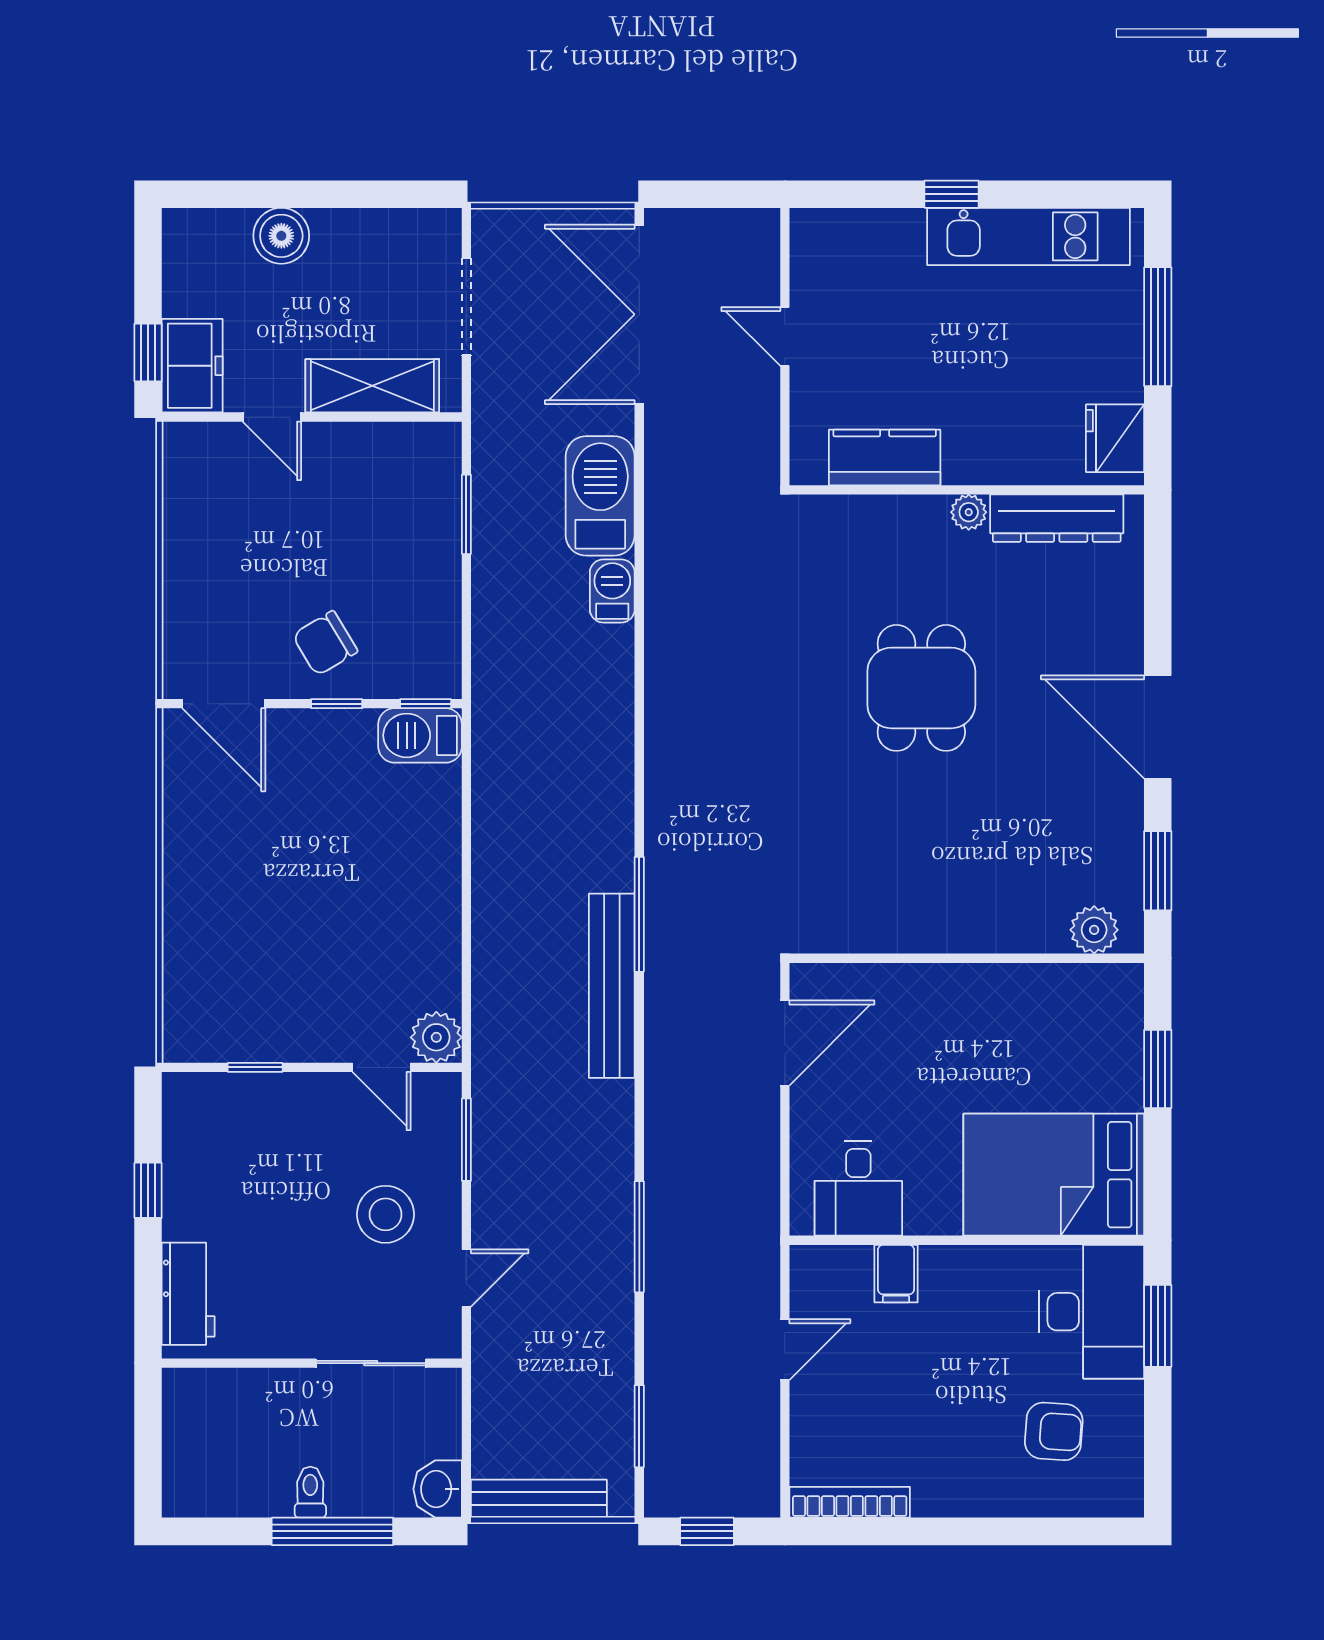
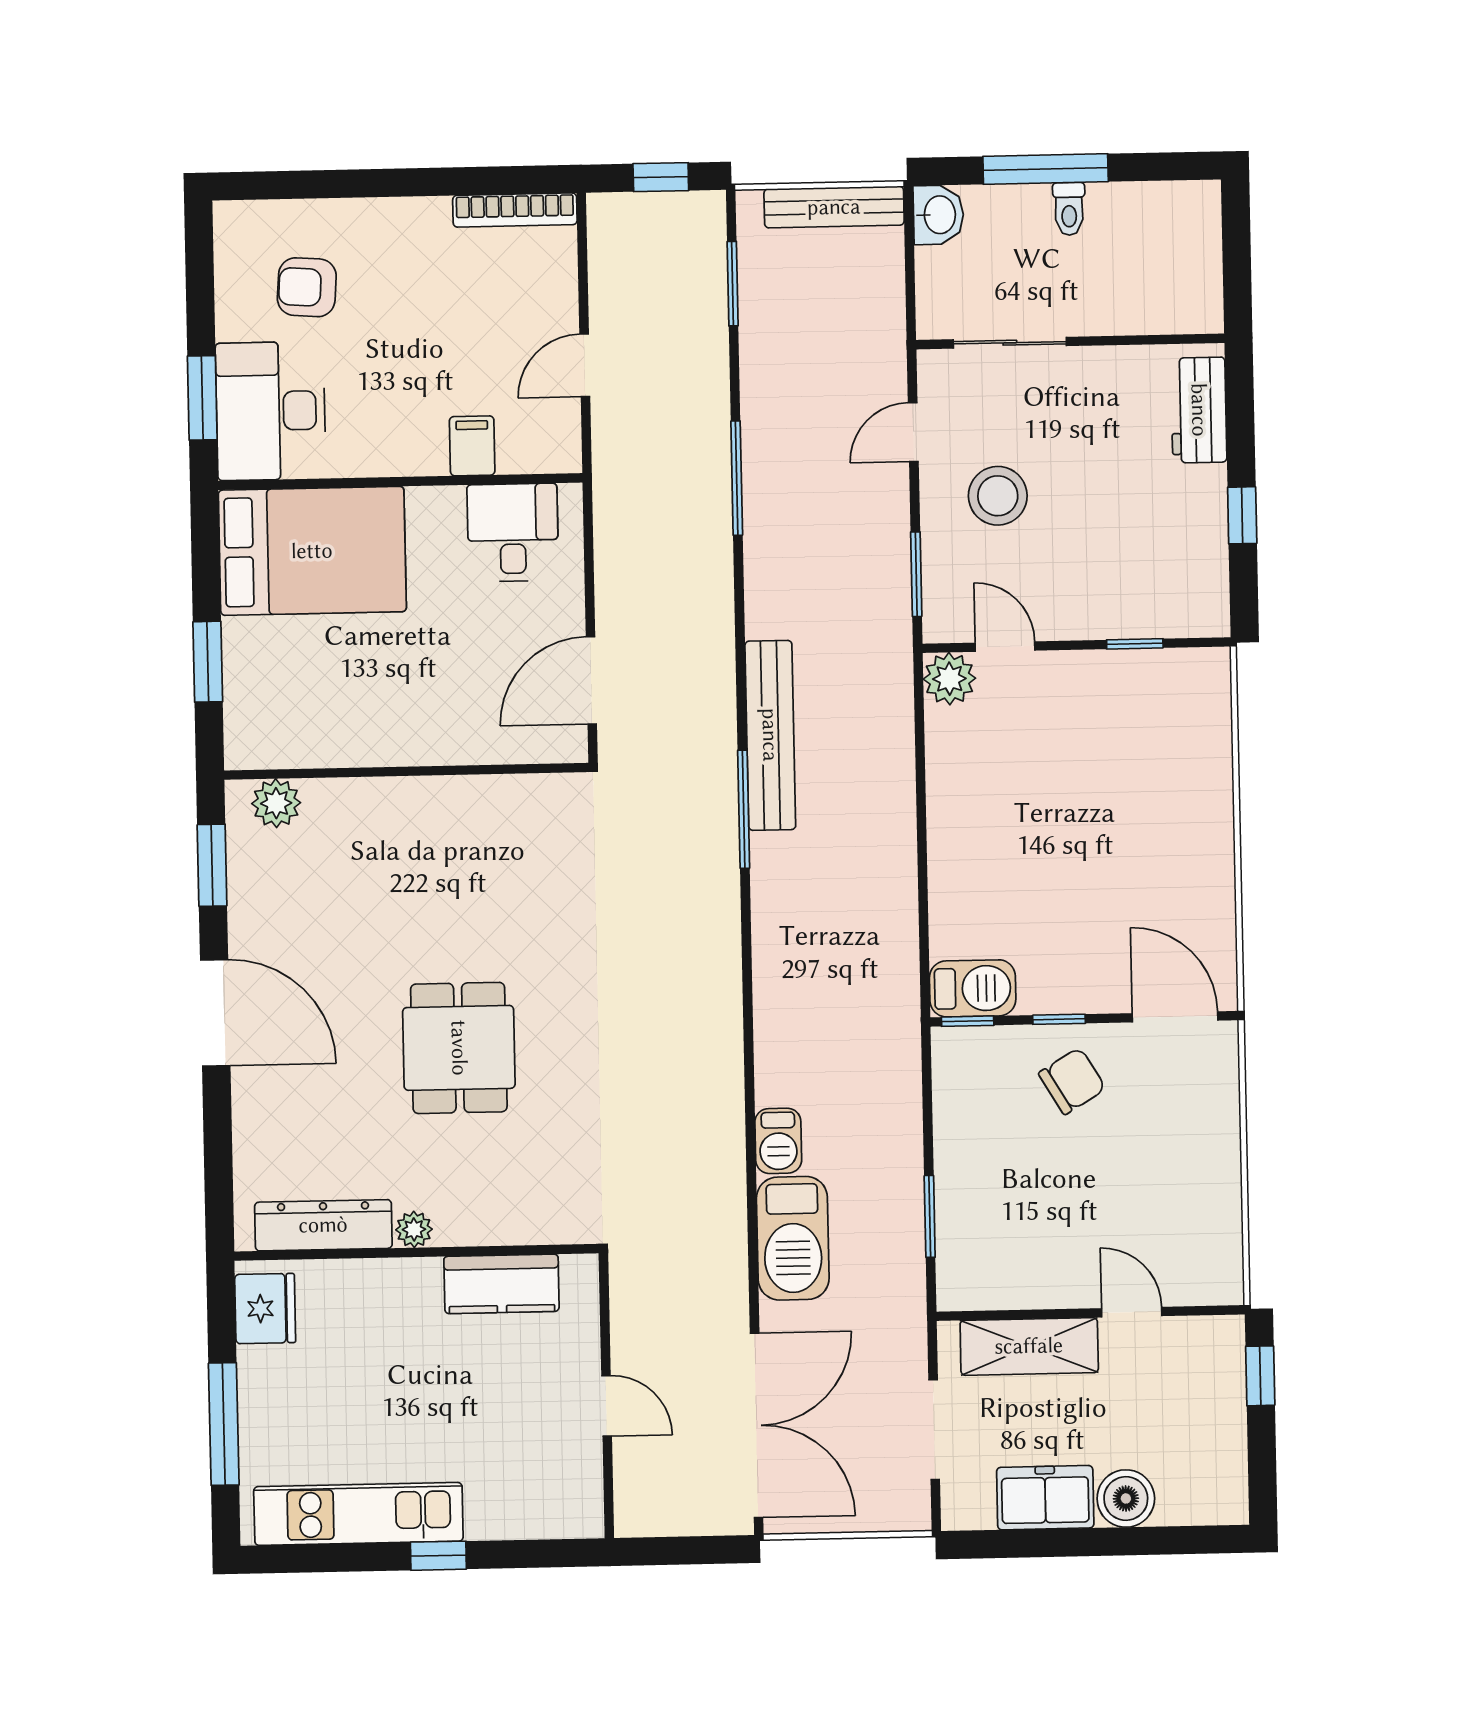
freezer: (192, 366) -> (1045, 1498), moved, turned 90

